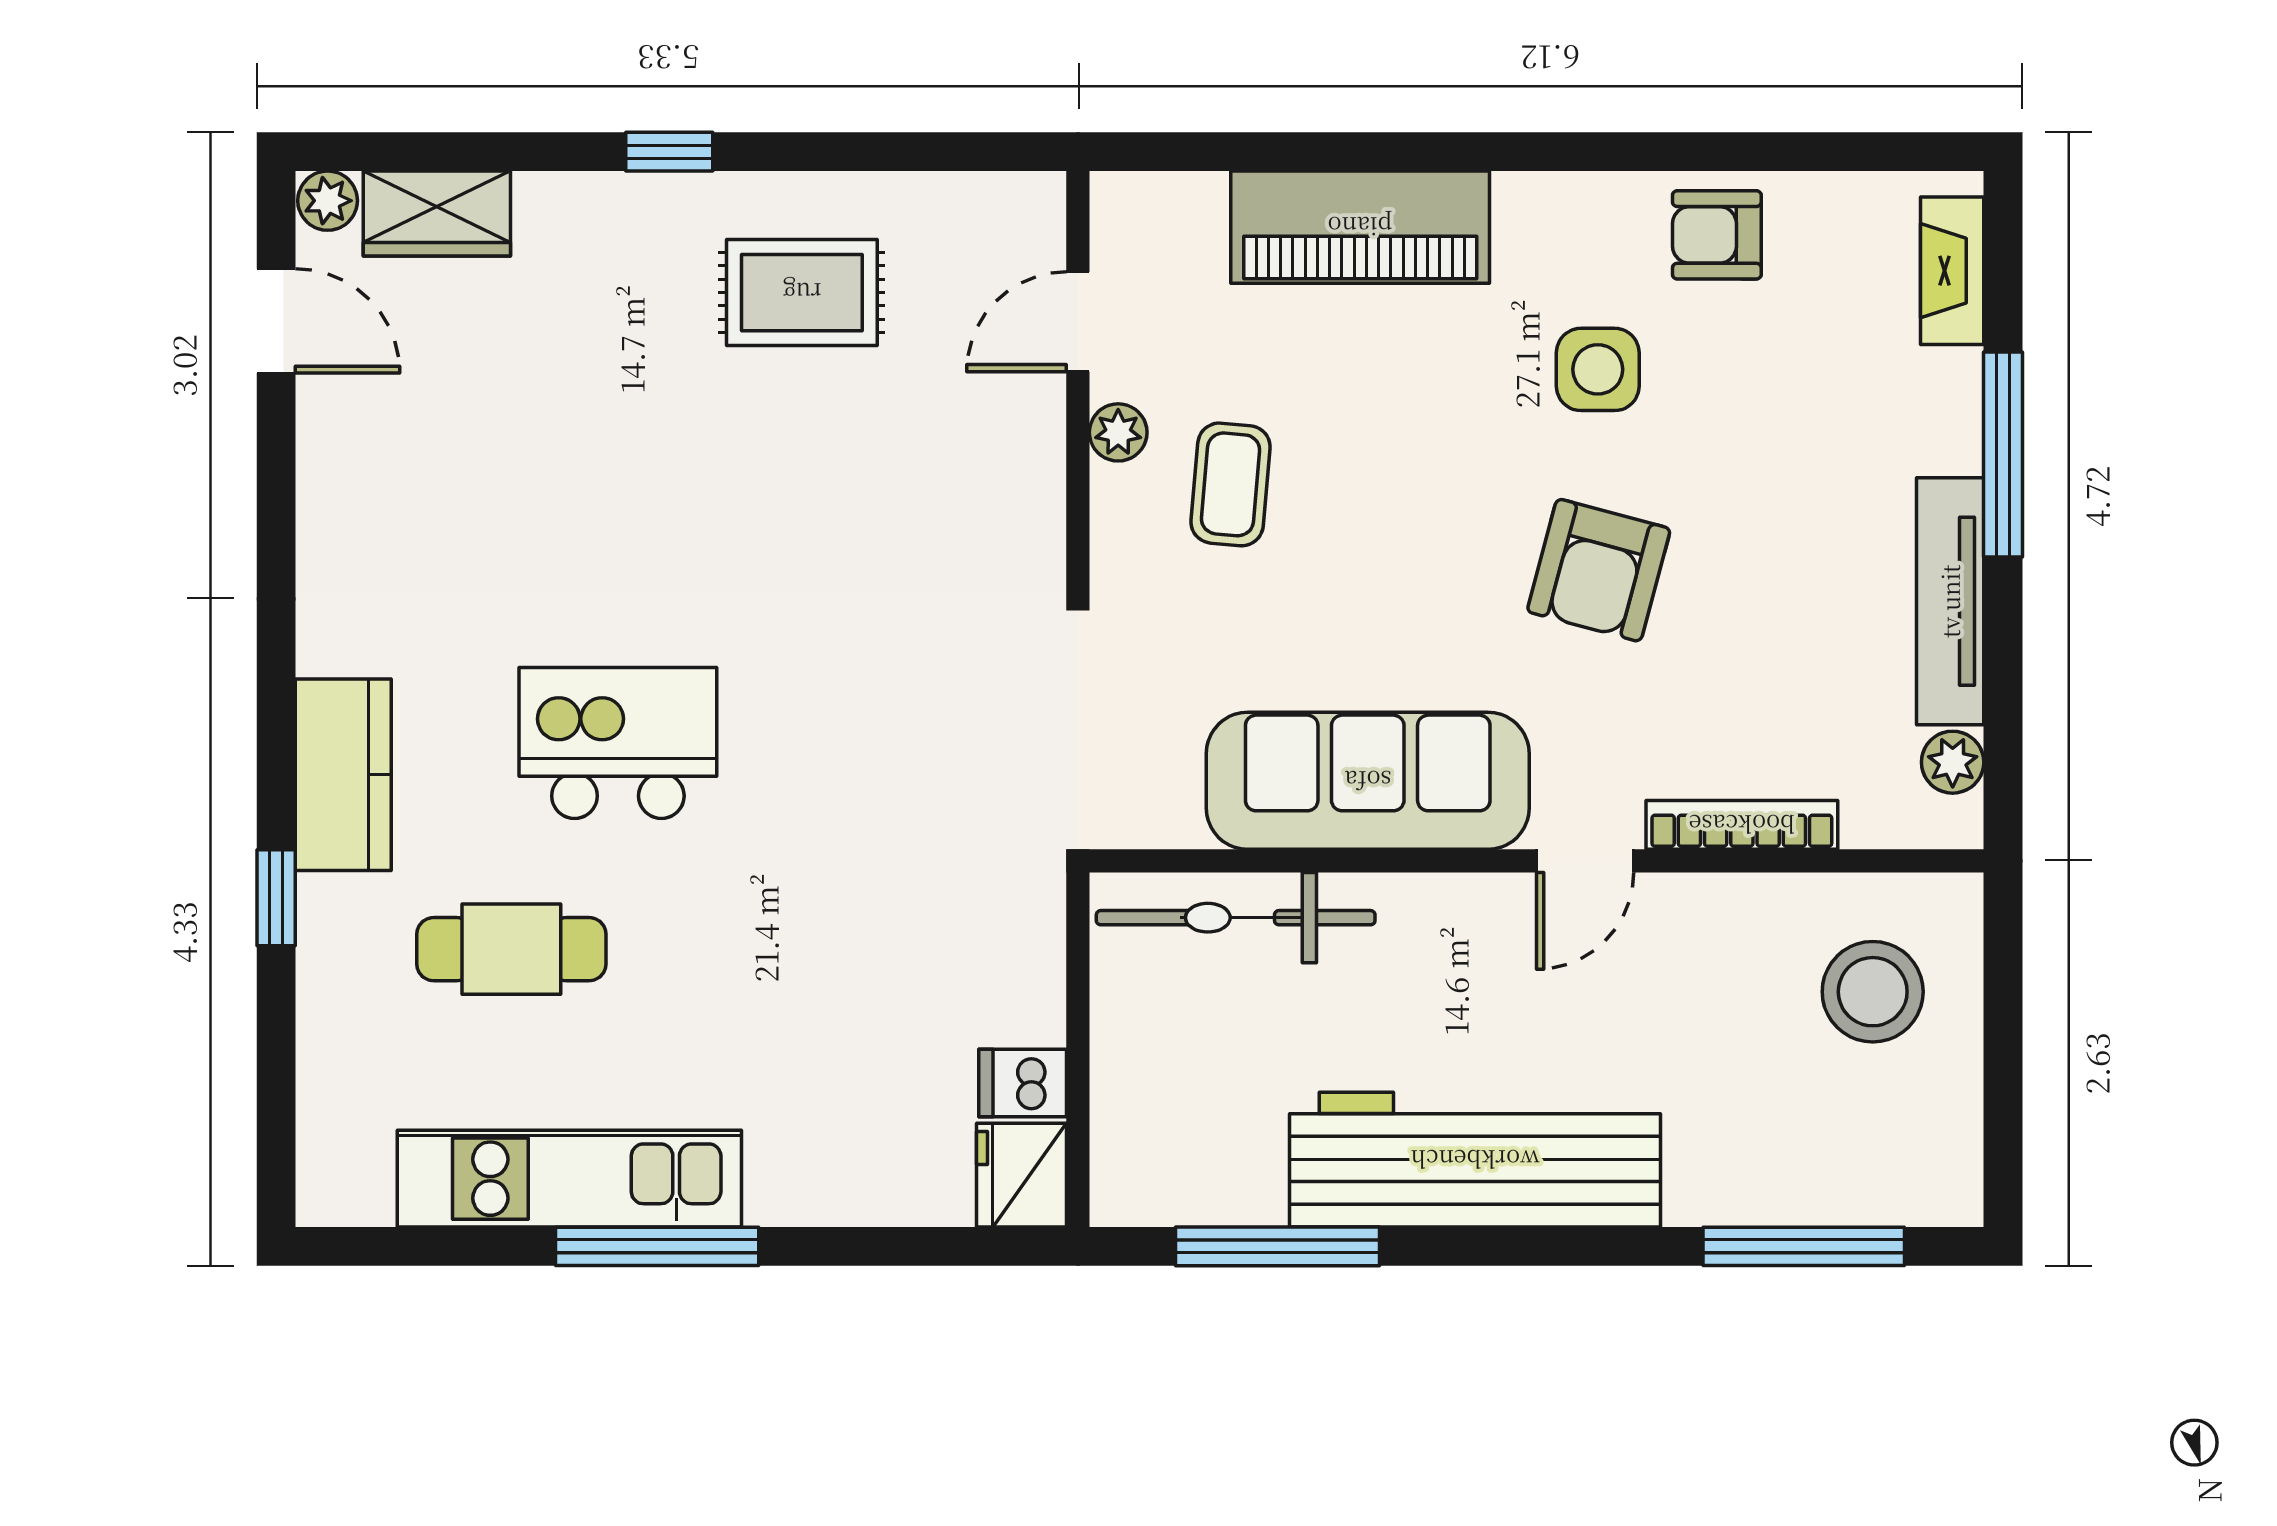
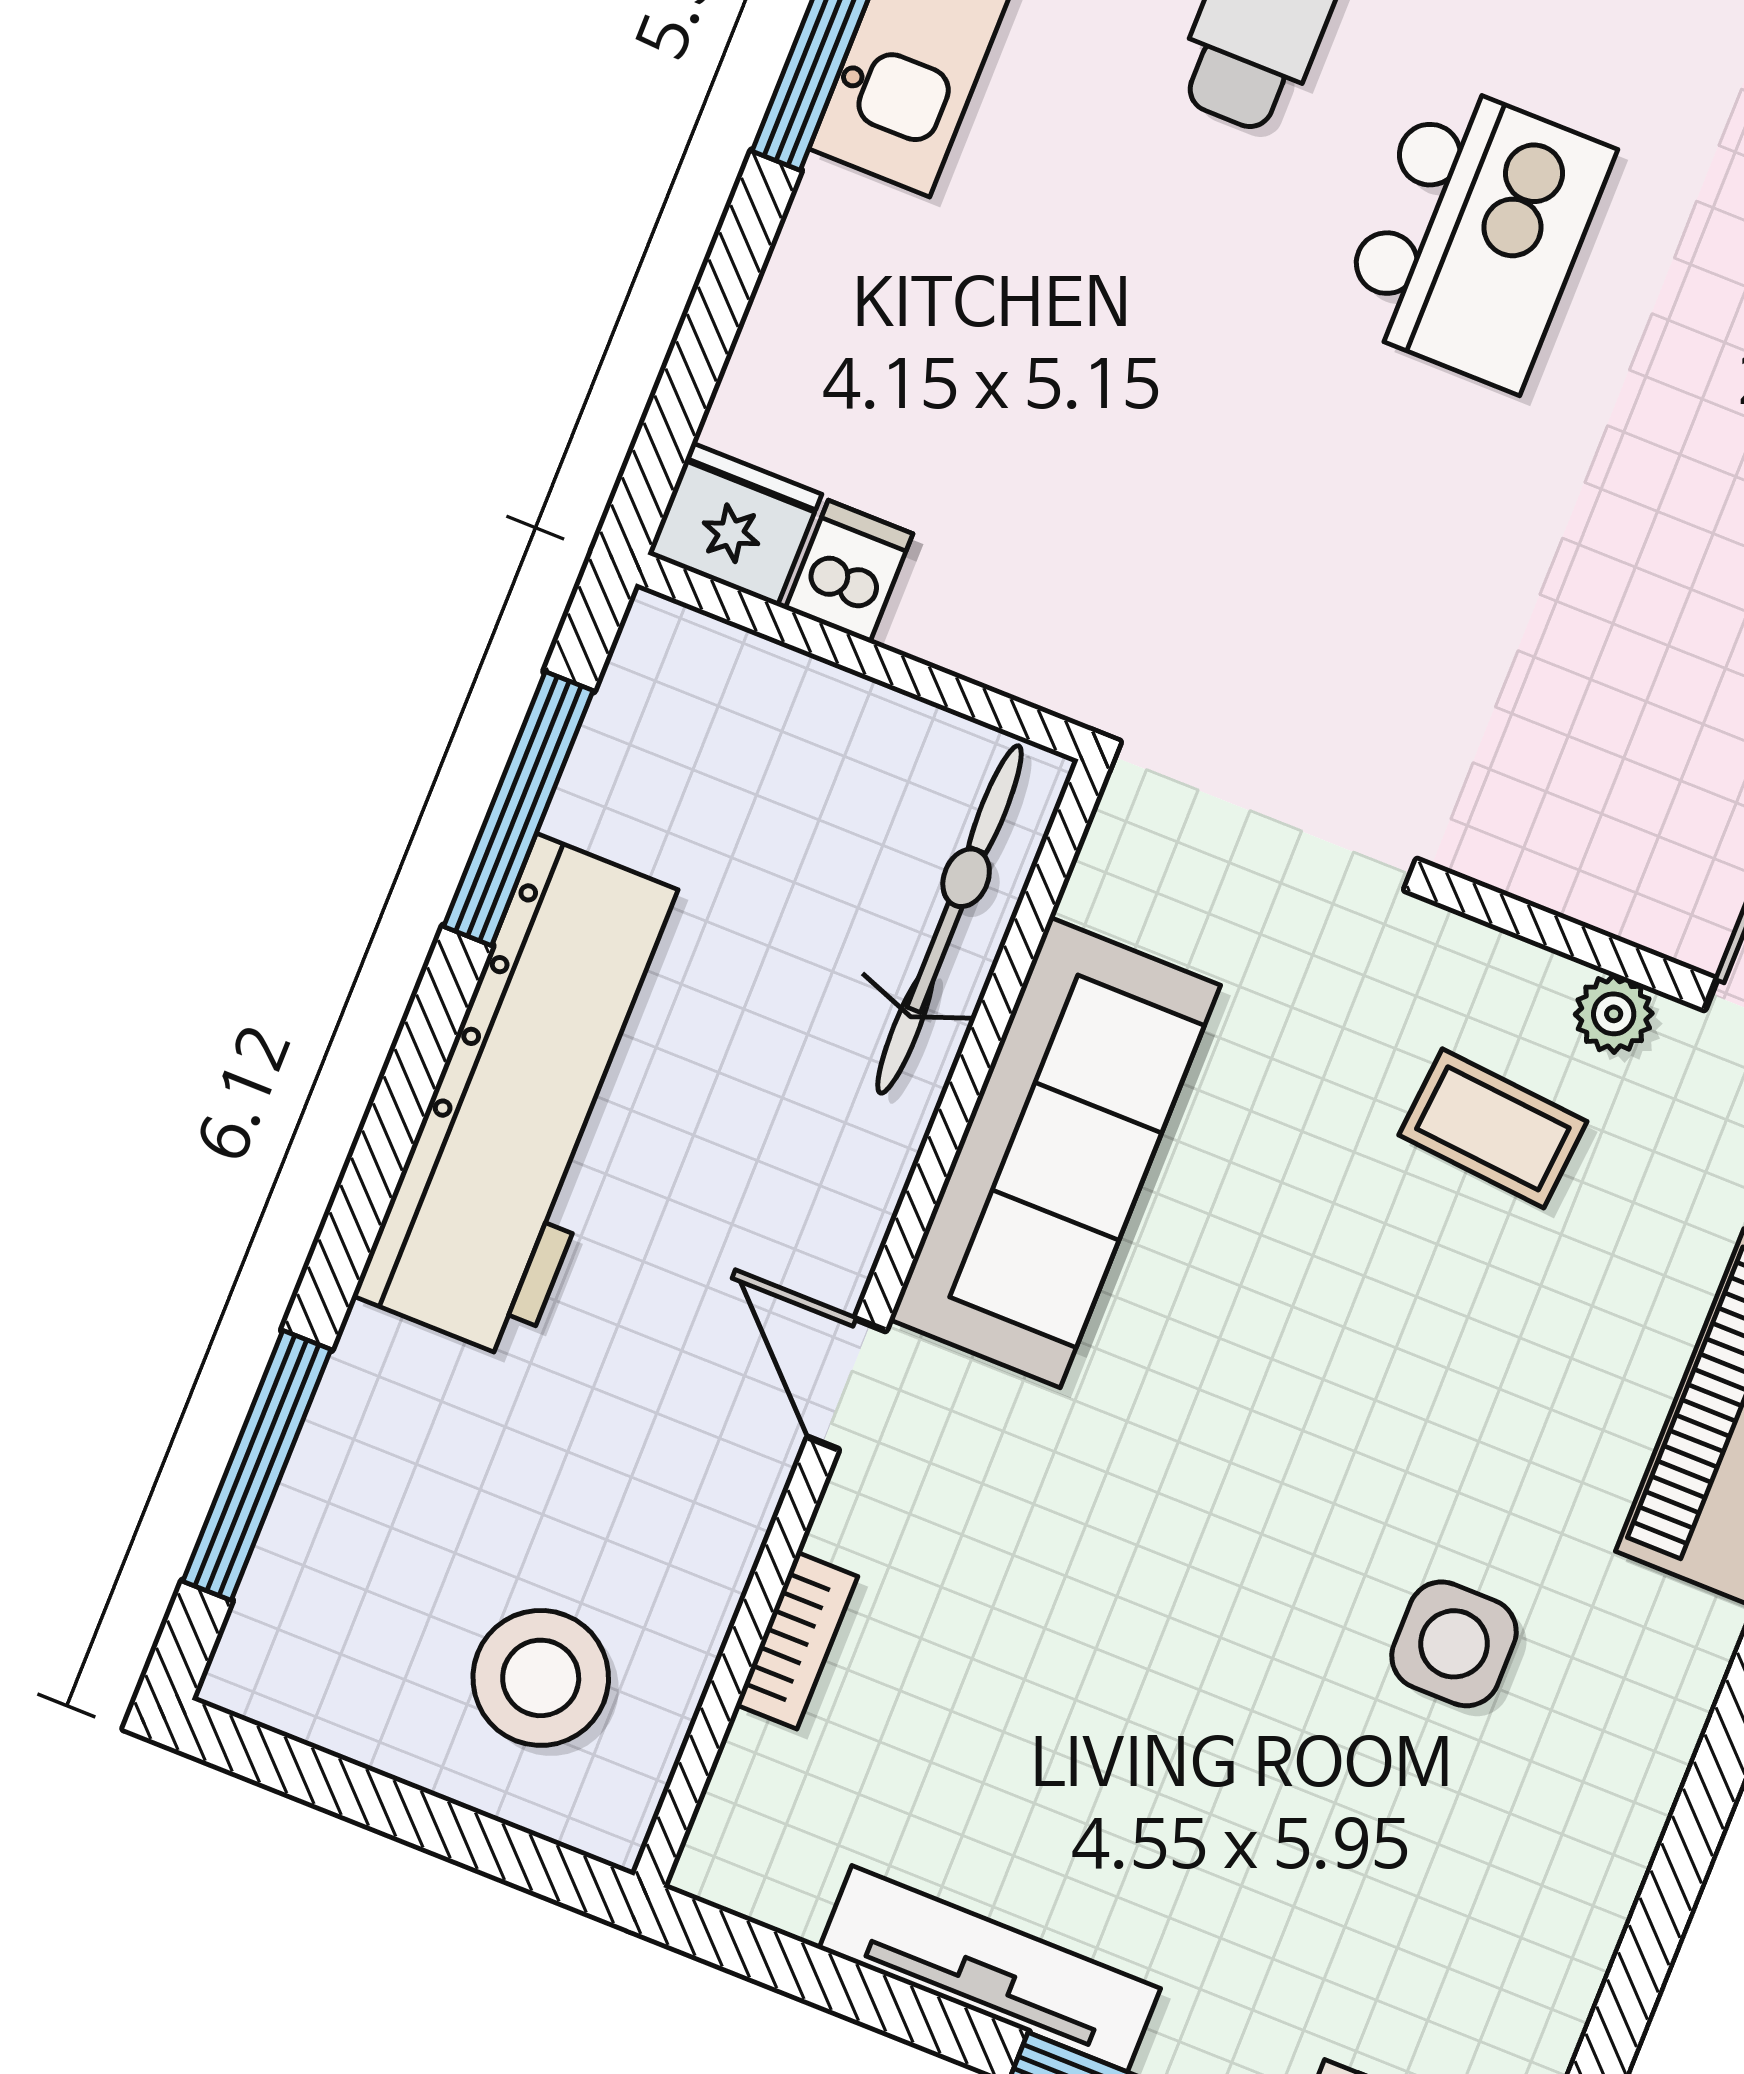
armchair: (1717, 235) -> (1563, 1859), removed
armchair: (1599, 570) -> (1203, 1545), removed
plant: (1953, 762) -> (787, 1892), removed
bookcase: (1742, 825) -> (797, 1641), width x0.64

